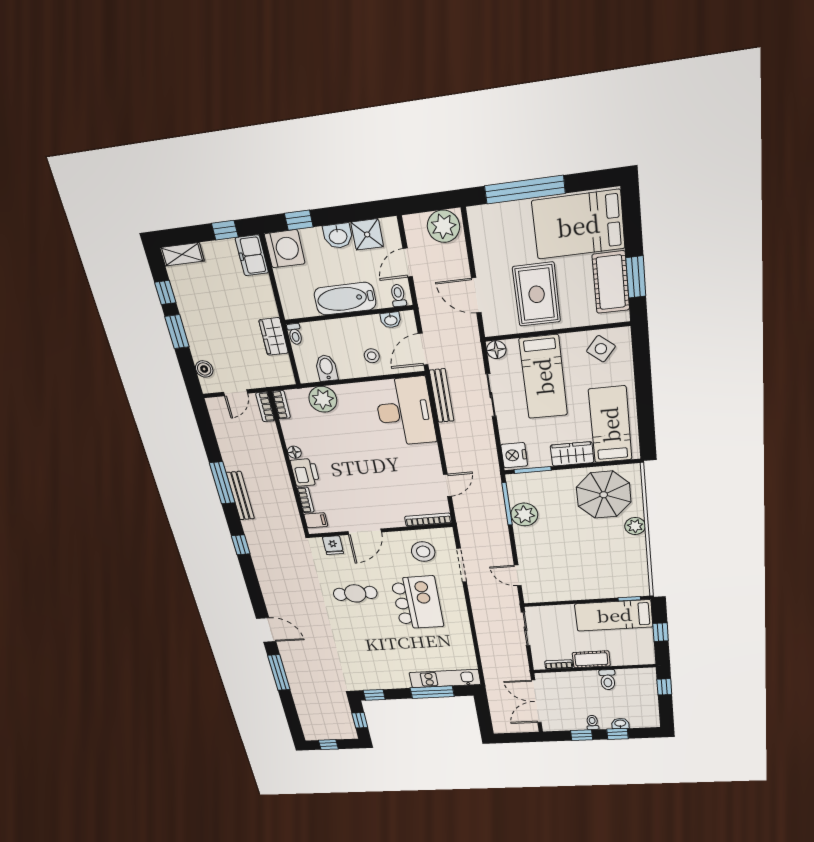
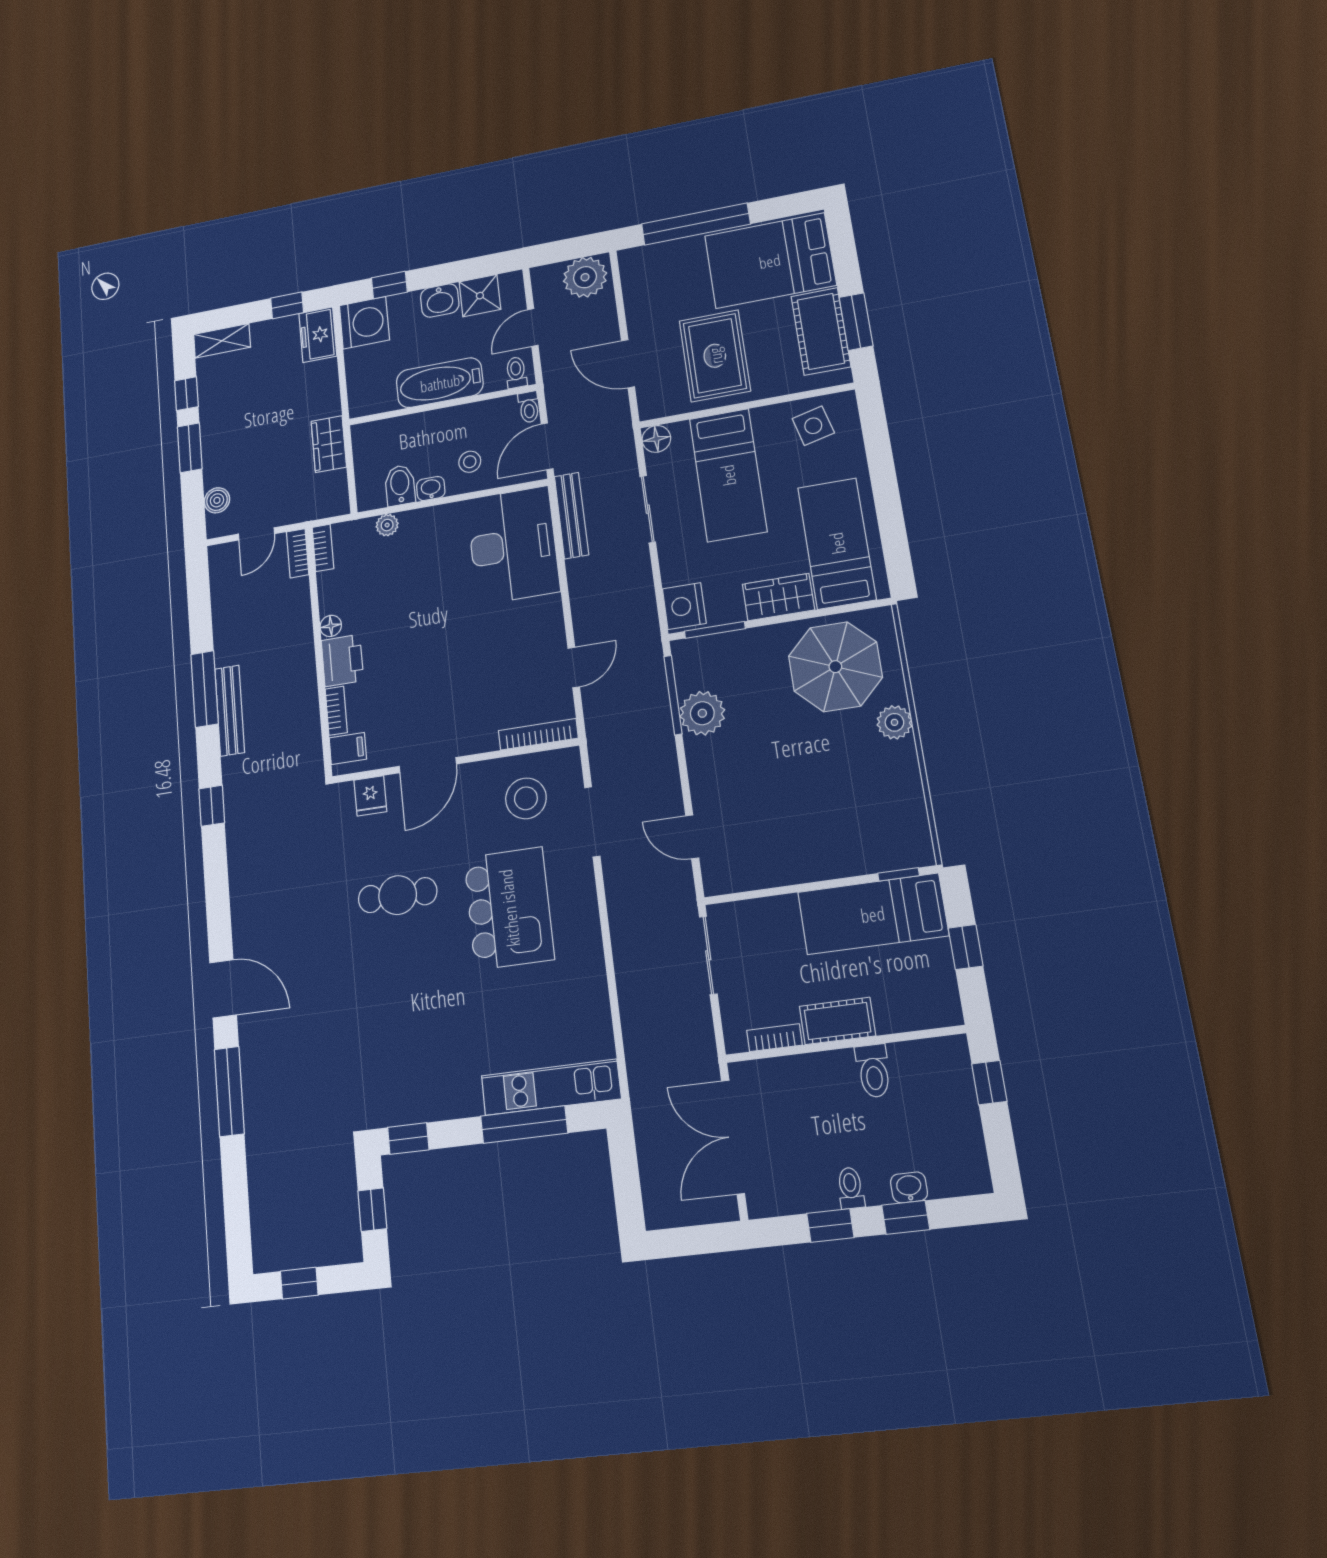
washbasin: (391, 320) -> (431, 489), moved, turned 180
toilet: (295, 334) -> (529, 407), moved
side table: (601, 349) -> (813, 426), turned 36
plant: (323, 399) -> (387, 525), width x0.53, depth x0.53

